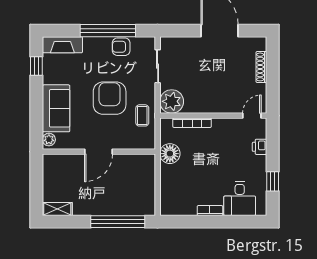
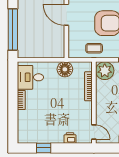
desk: (240, 199) -> (30, 77), moved

